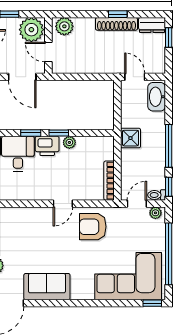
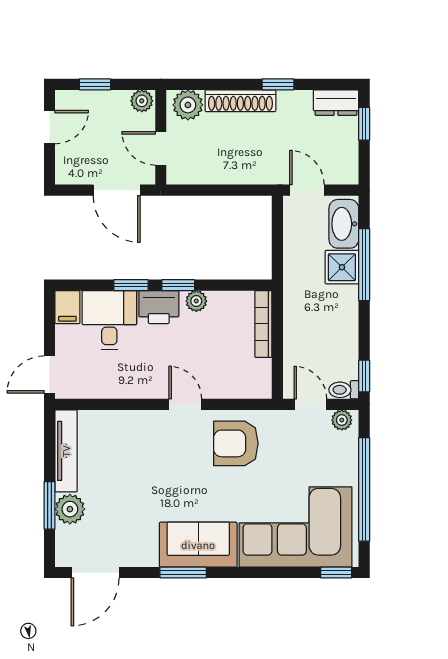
shoe rack: (116, 24) -> (240, 101), moved
plant: (31, 30) -> (142, 101), width x0.53, depth x0.53
shower: (130, 138) -> (342, 267), moved
window: (169, 146) -> (364, 265), moved
bookcase: (109, 181) -> (263, 324), moved
door: (63, 204) -> (185, 404), swing flipped
door: (137, 204) -> (310, 404), hinge flipped
sofa: (47, 287) -> (198, 545), moved
window: (62, 303) -> (183, 573), added

